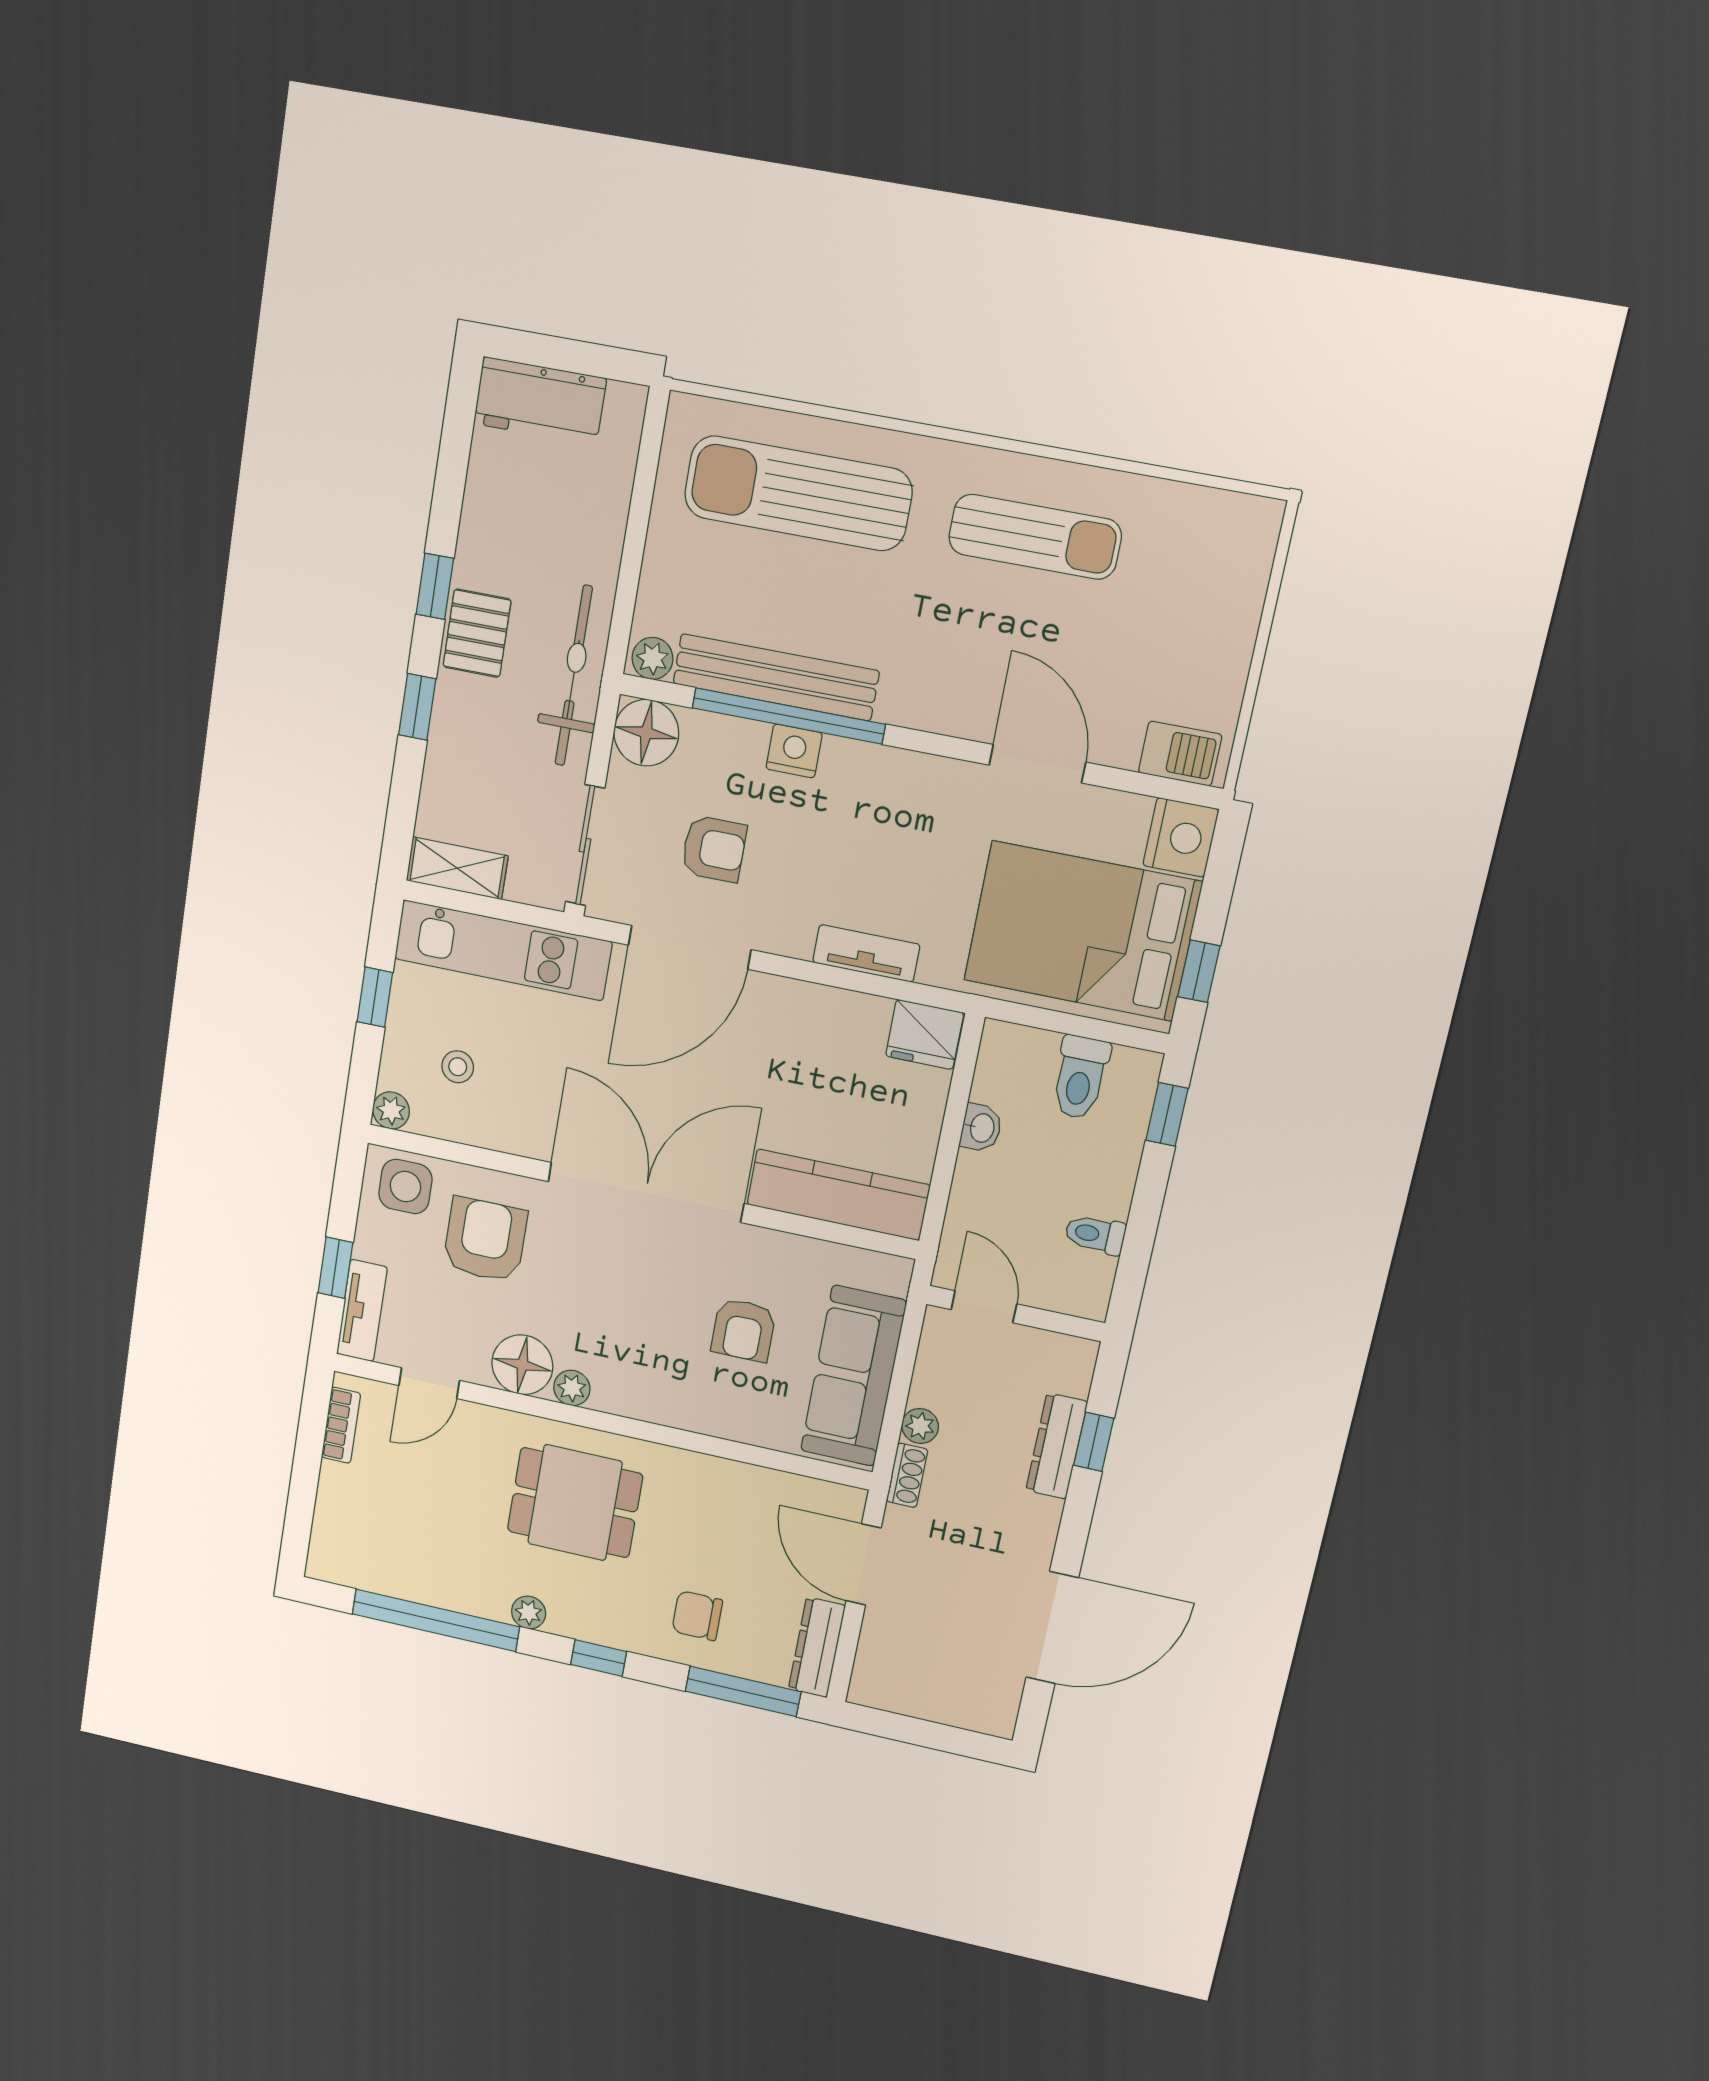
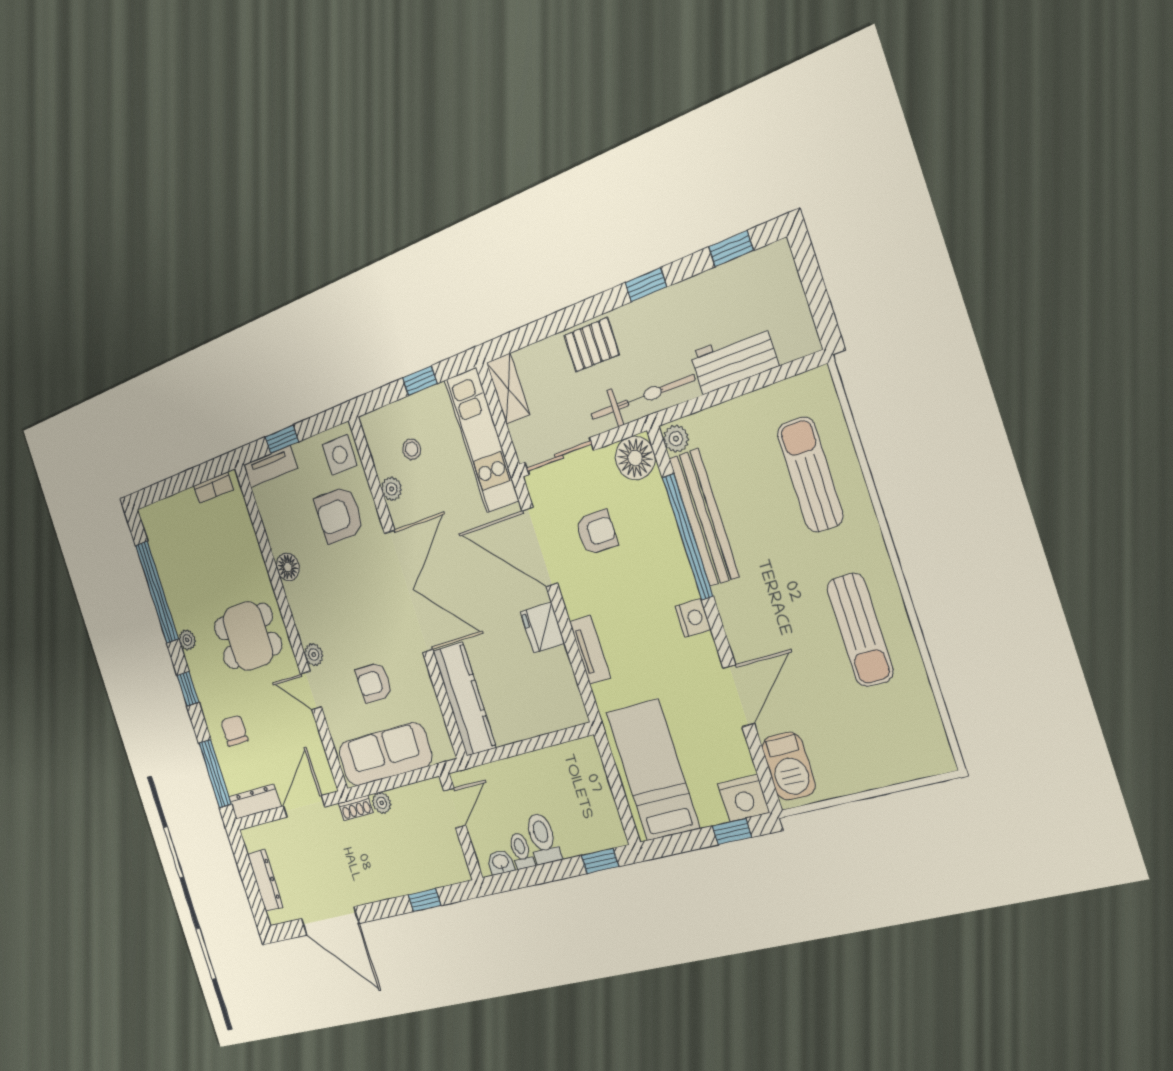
workbench: (540, 401) -> (734, 360), moved, turned 90
sun lounger: (798, 493) -> (810, 475), width x0.73, depth x0.75
pallet: (477, 633) -> (592, 345), moved
window: (417, 707) -> (731, 249), moved
nightstand: (794, 751) -> (693, 618), moved
barbecue: (1180, 754) -> (789, 766), width x1.38, depth x1.27
armchair: (714, 849) -> (596, 532), turned -90
bed: (1082, 931) -> (653, 770), width x0.67
window: (1199, 971) -> (732, 832), moved
fridge: (925, 1034) -> (543, 628), moved
toilet: (1080, 1077) -> (543, 838), moved, turned 90
plant: (391, 1110) -> (392, 489), moved
washbasin: (981, 1128) -> (501, 862), moved, turned 180
armchair: (485, 1240) -> (339, 515), turned 180
floor lamp: (522, 1365) -> (288, 567), width x0.73, depth x0.73
door: (429, 1383) -> (311, 690), moved
plant: (572, 1388) -> (314, 655), moved
dresser: (1057, 1446) -> (265, 881), moved, turned 90
dining table: (575, 1503) -> (248, 636), turned 90

